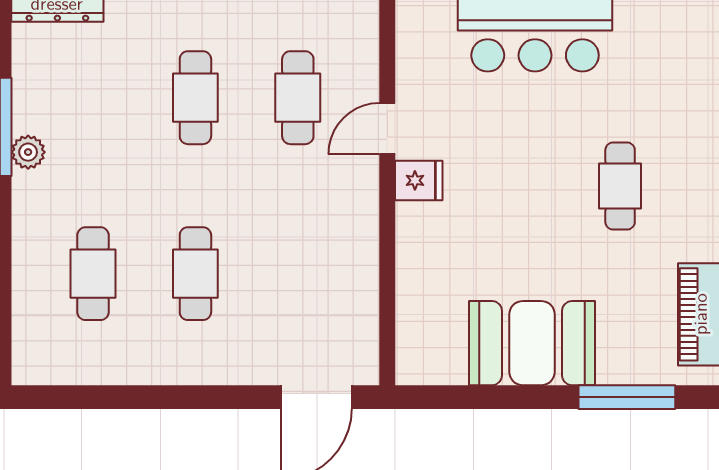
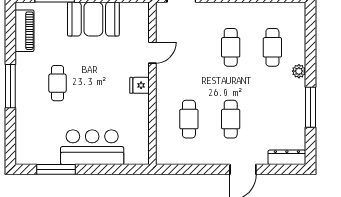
door: (387, 129) -> (152, 53), moved
plant: (28, 152) -> (299, 71), moved

